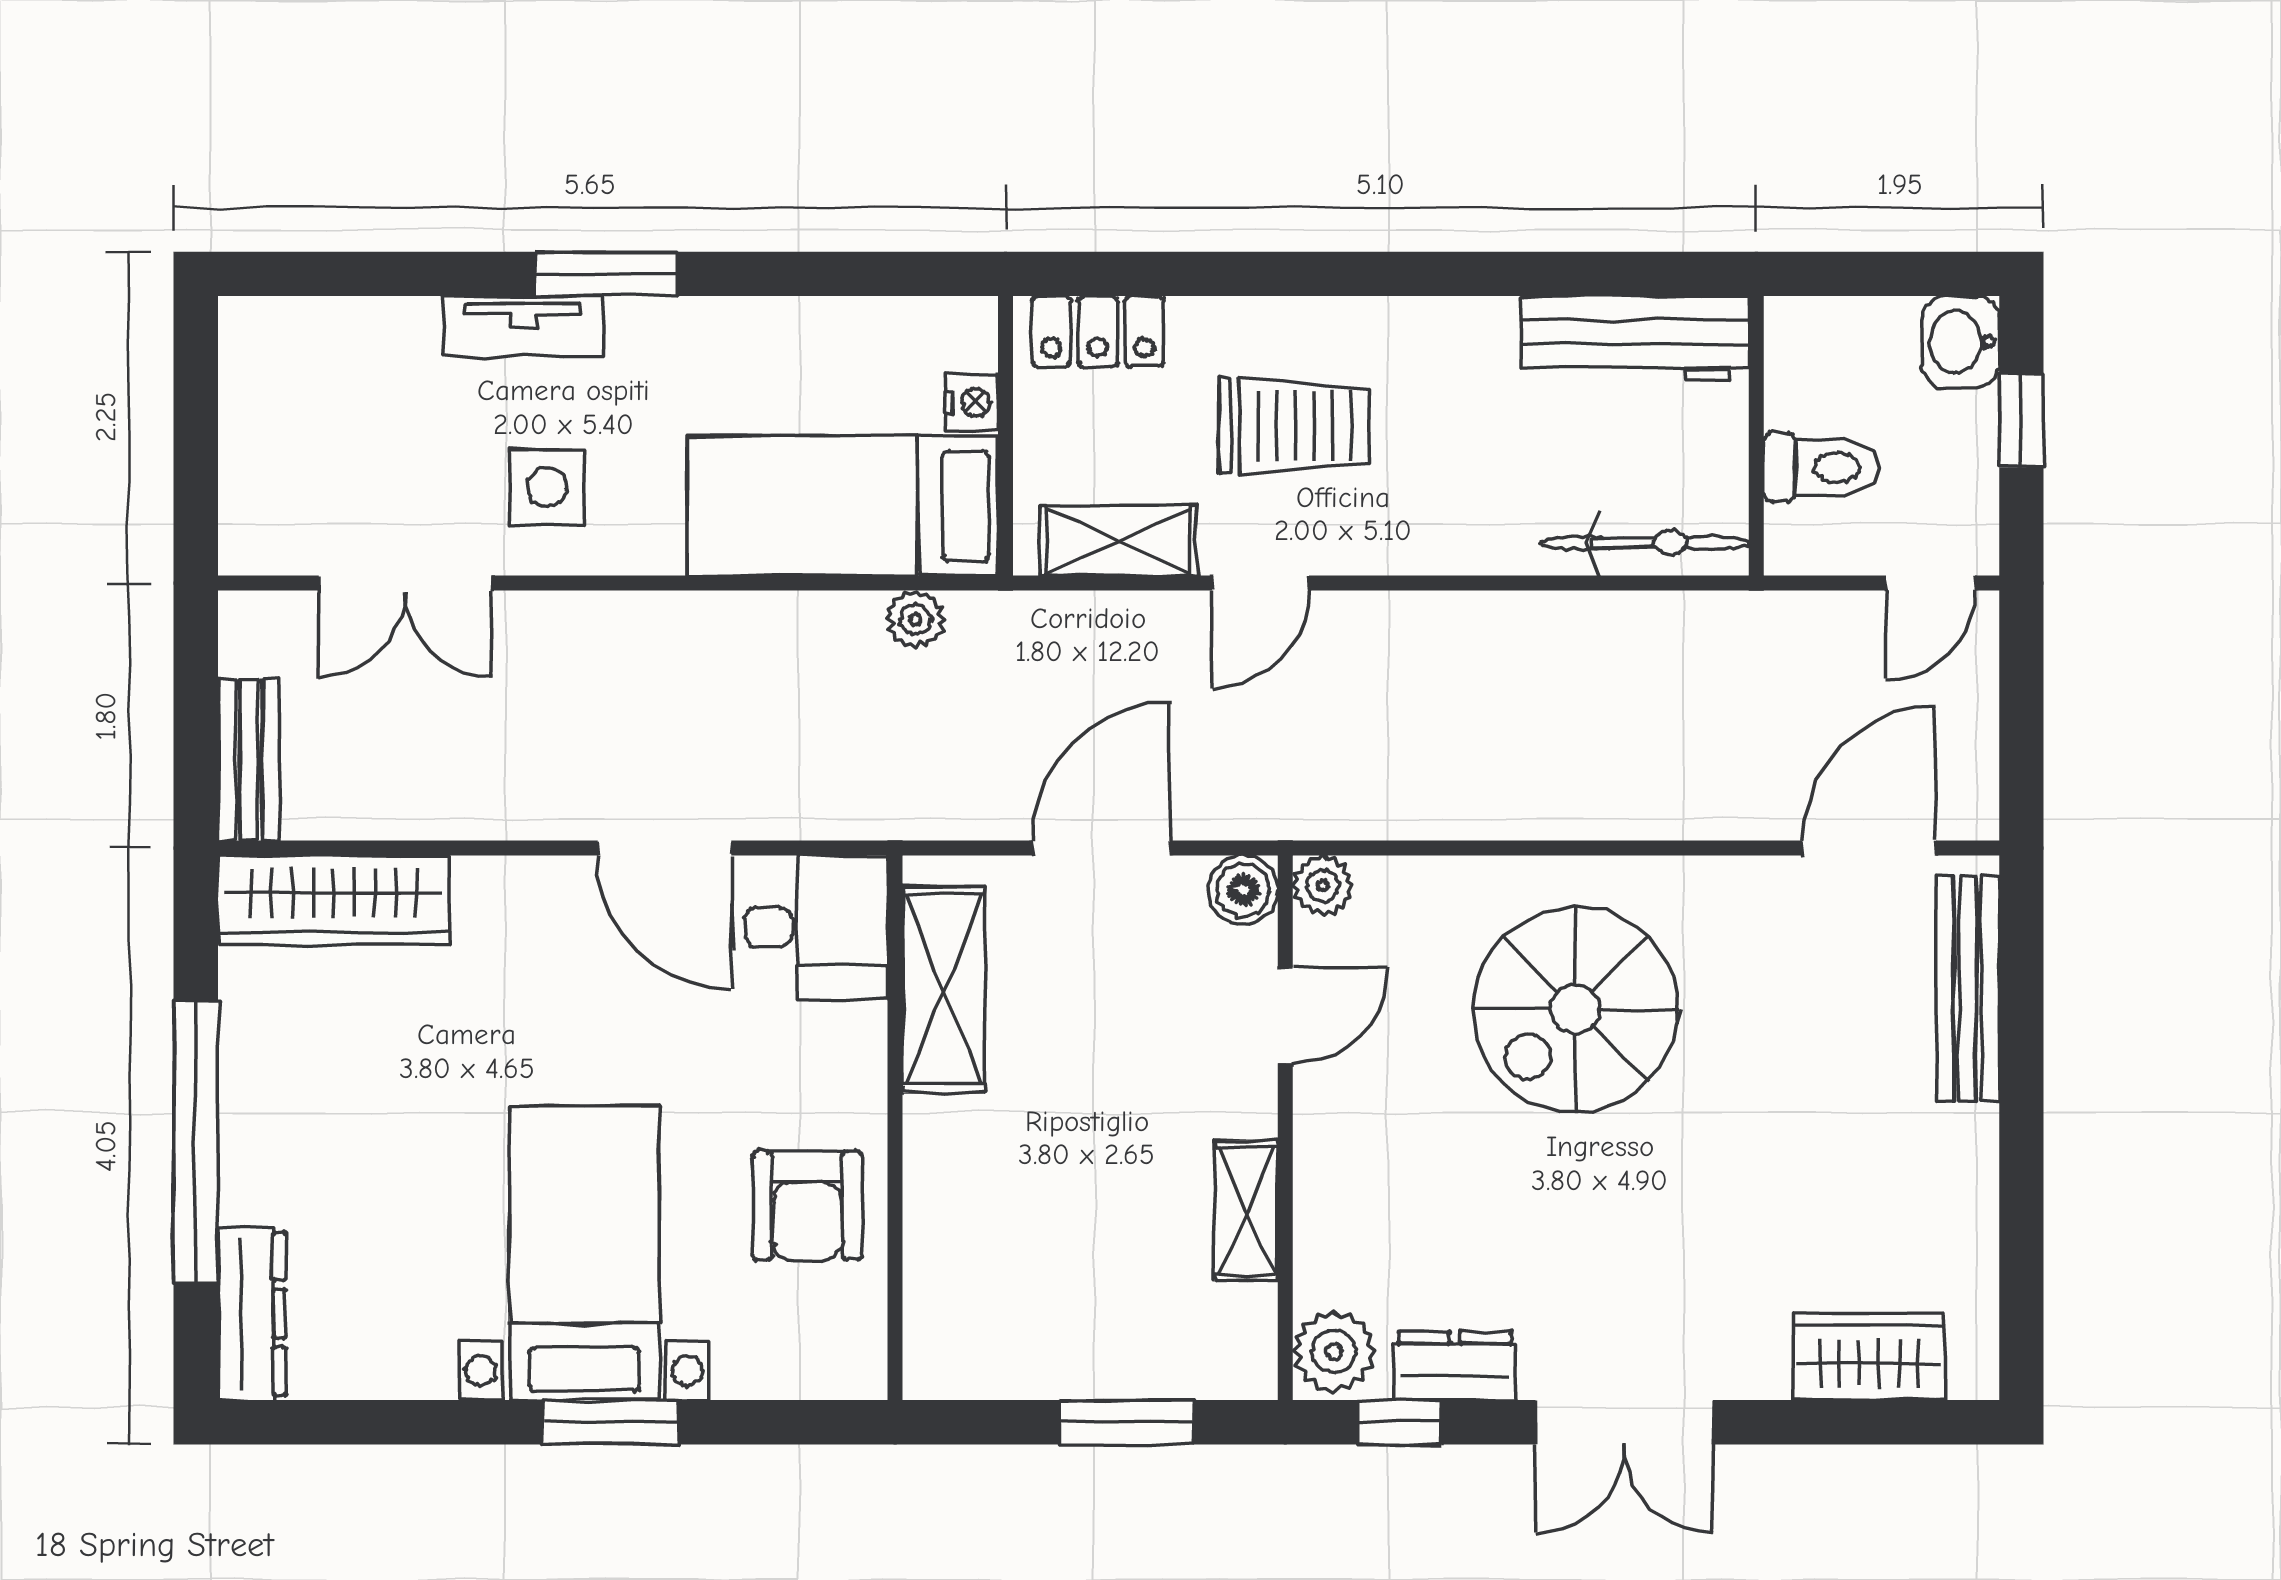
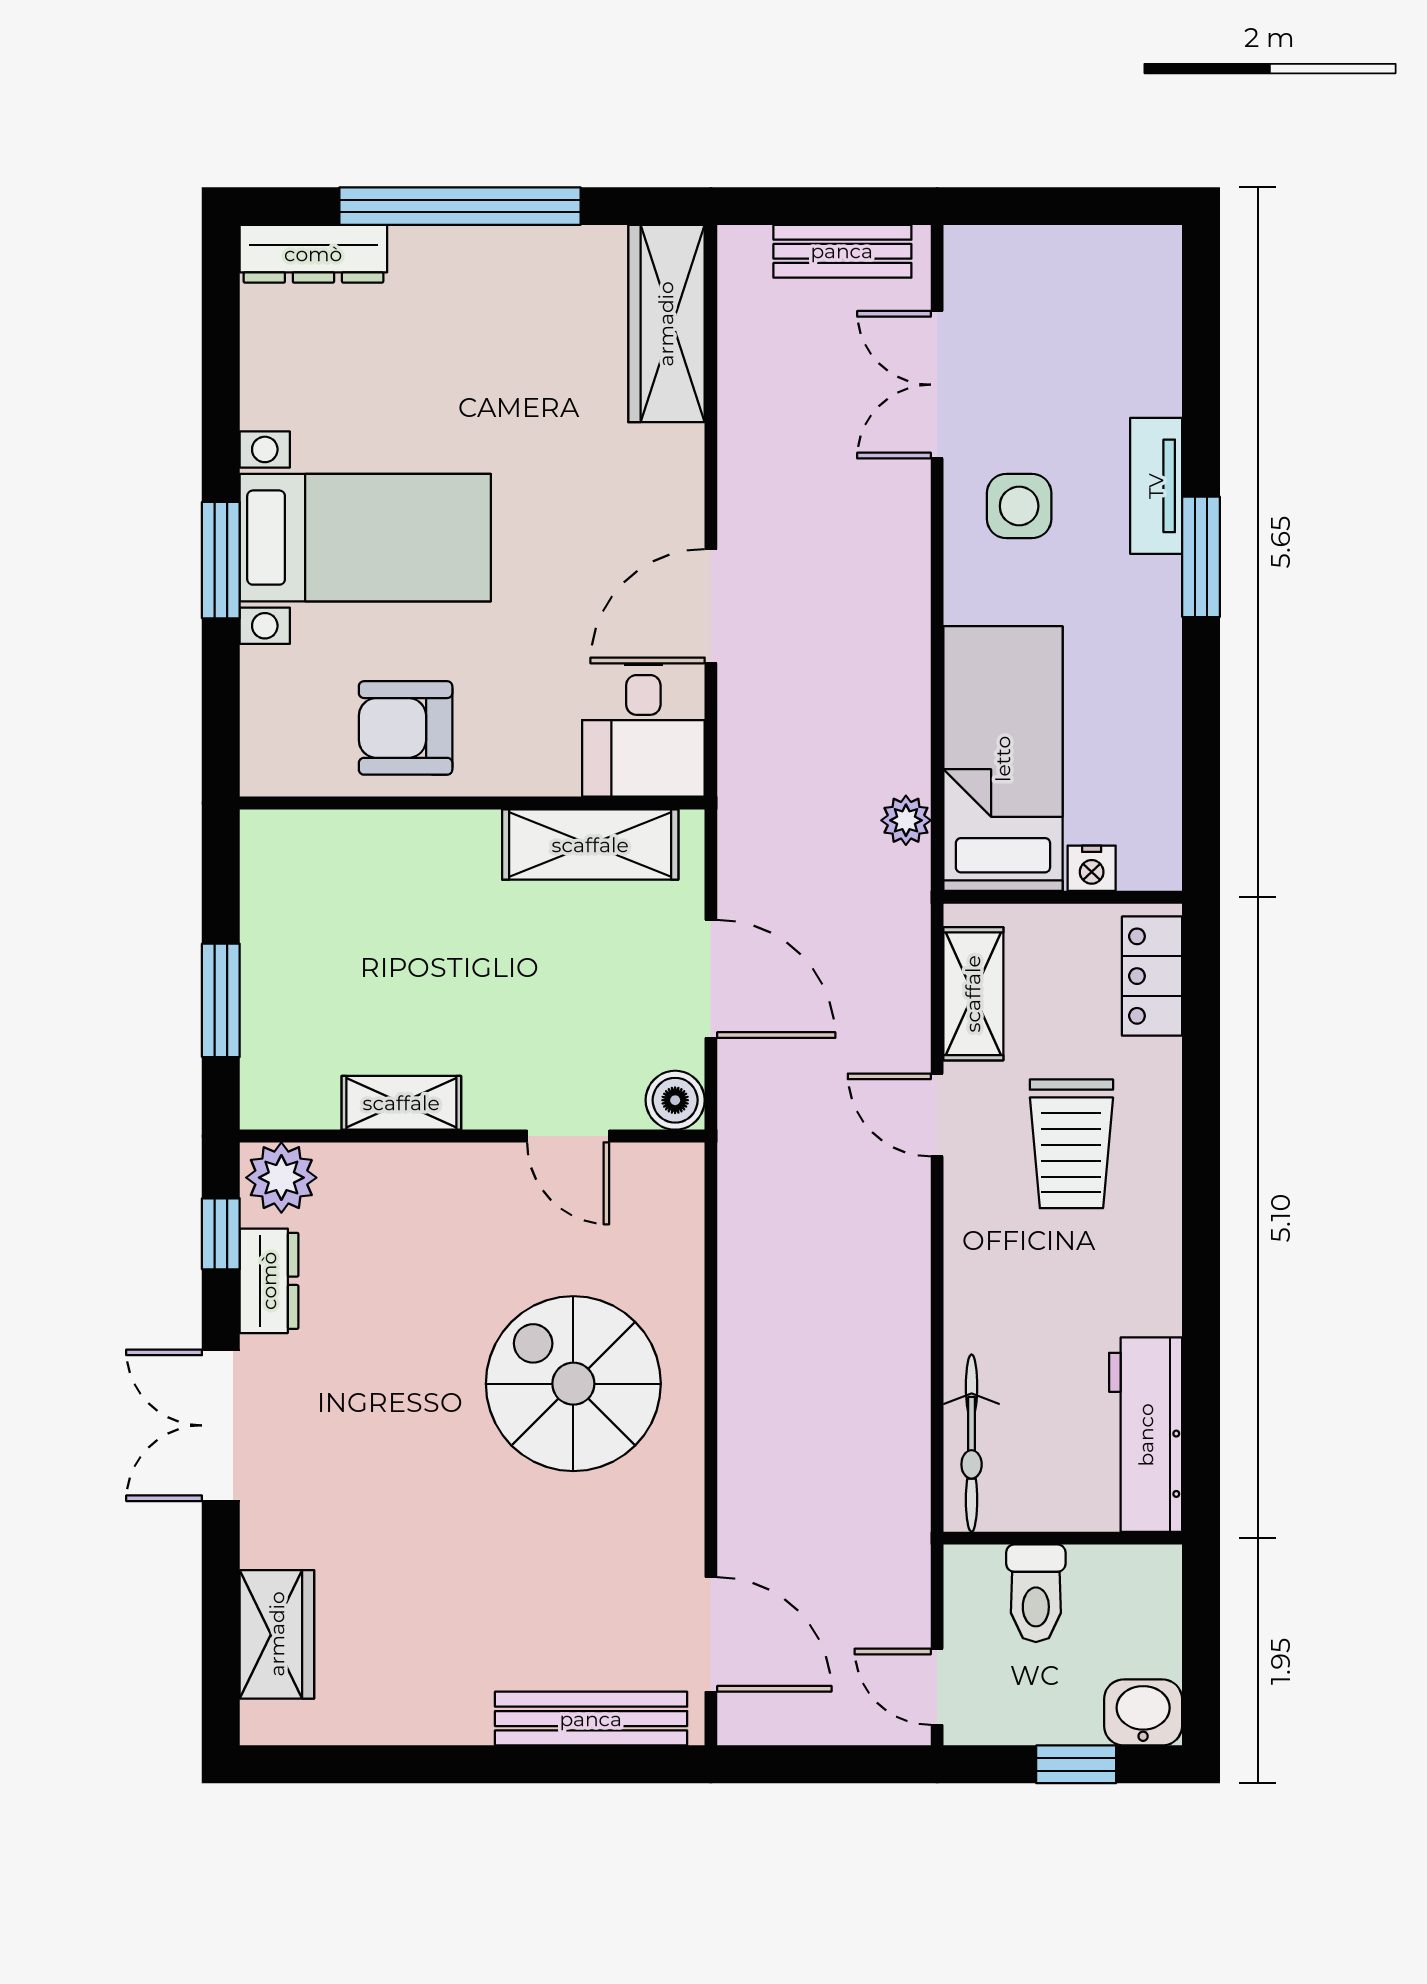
bench: (249, 760) -> (842, 251), moved
plant: (1323, 885) -> (679, 1168), removed

